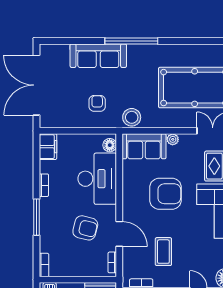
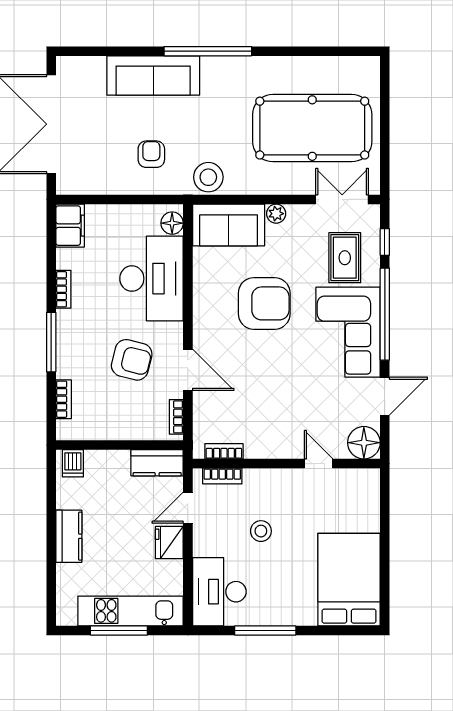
coffee table: (163, 252) -> (261, 399), removed
bookcase: (44, 265) -> (64, 399), moved

